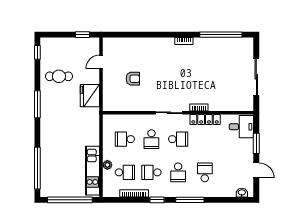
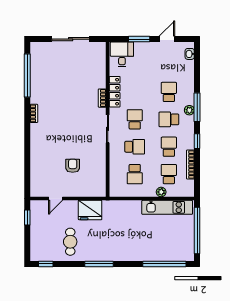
door: (101, 62) -> (56, 199), hinge flipped
school desk: (151, 172) -> (169, 147), turned 180
school desk: (178, 172) -> (169, 119), turned 180
school desk: (205, 172) -> (169, 92), turned 90
plant: (187, 192) -> (189, 110), added

